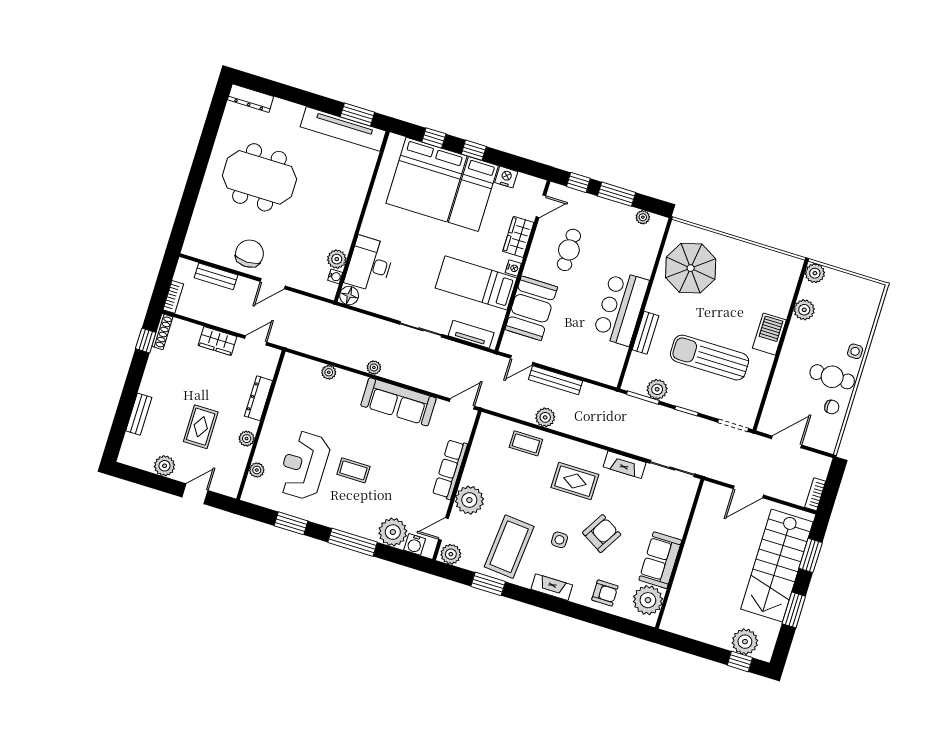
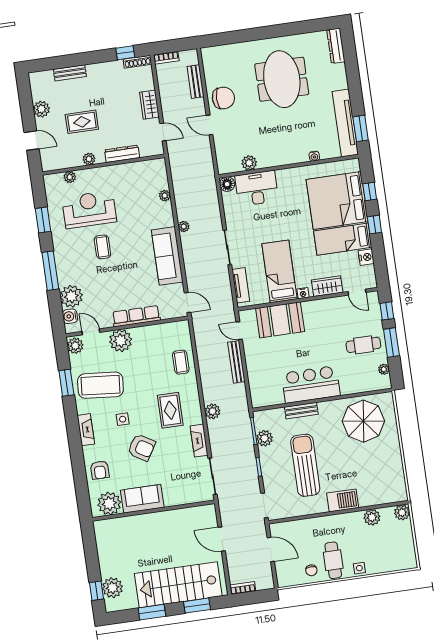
cafe table: (569, 250) -> (363, 345), moved
water cooler: (335, 276) -> (314, 156), moved
plant: (545, 417) -> (212, 411), moved

